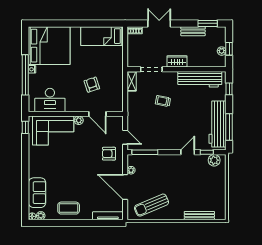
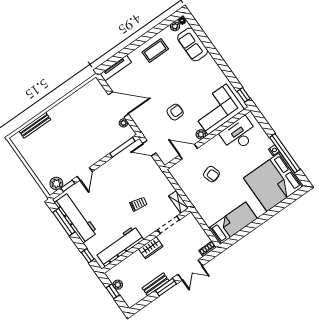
window: (208, 23) -> (166, 287), moved
window: (25, 75) -> (285, 153), moved
armchair: (109, 154) -> (175, 112), moved
sun lounger: (151, 205) -> (84, 105), removed

